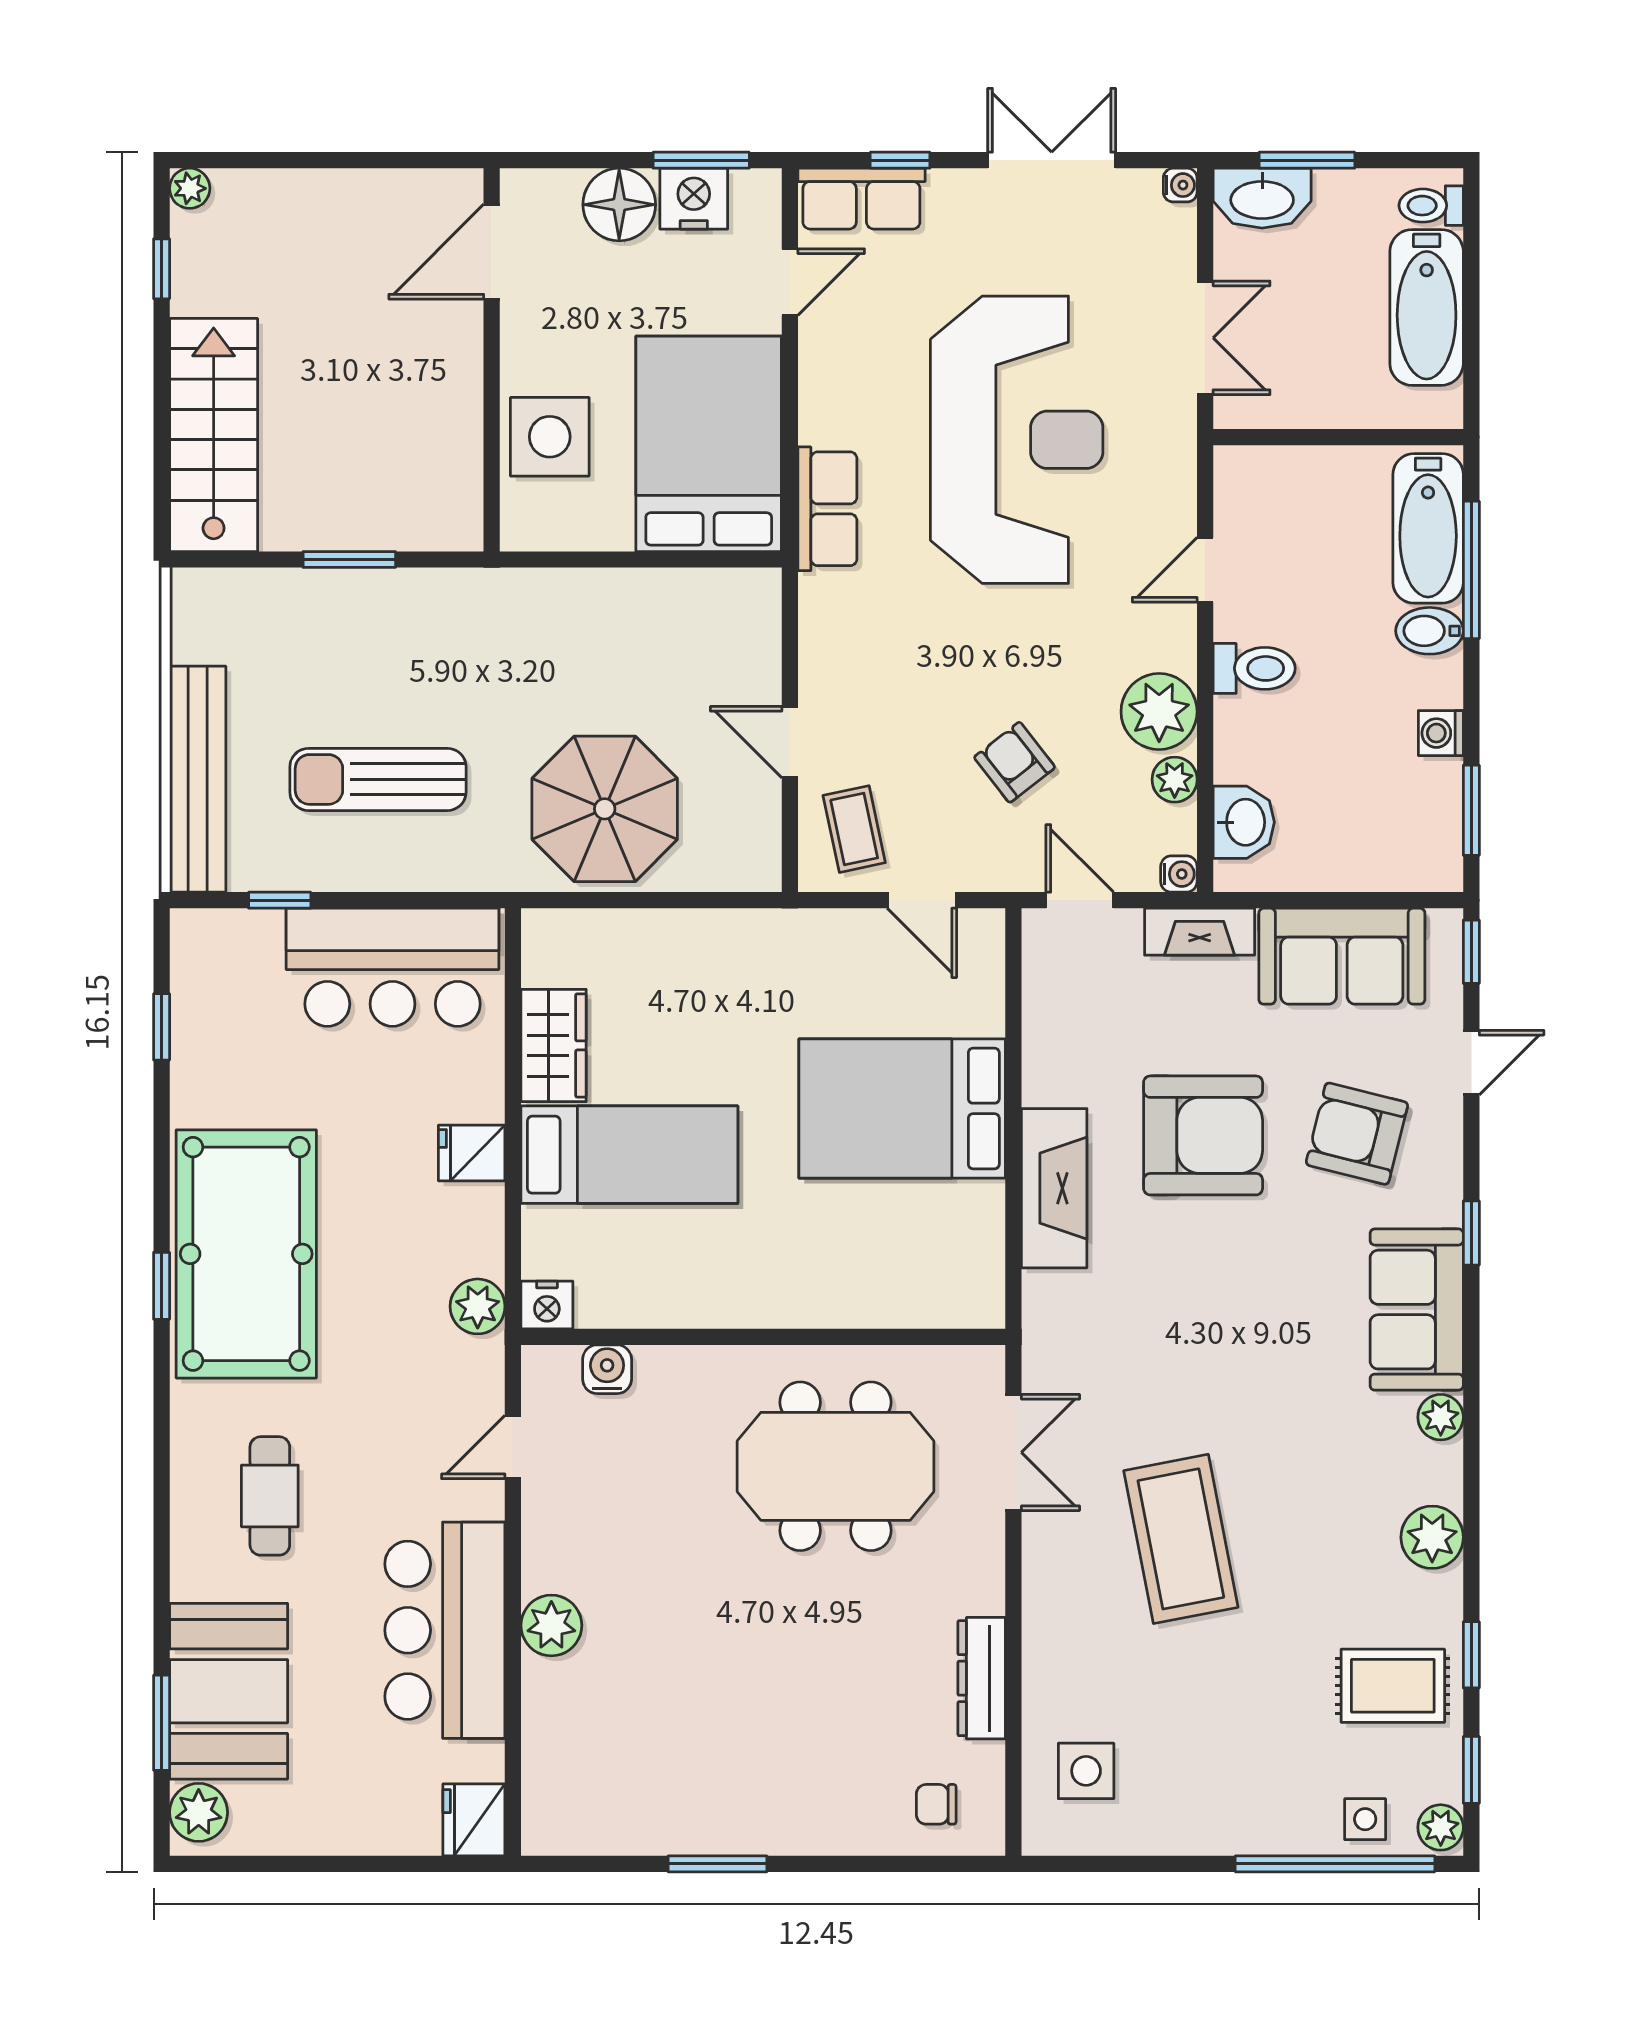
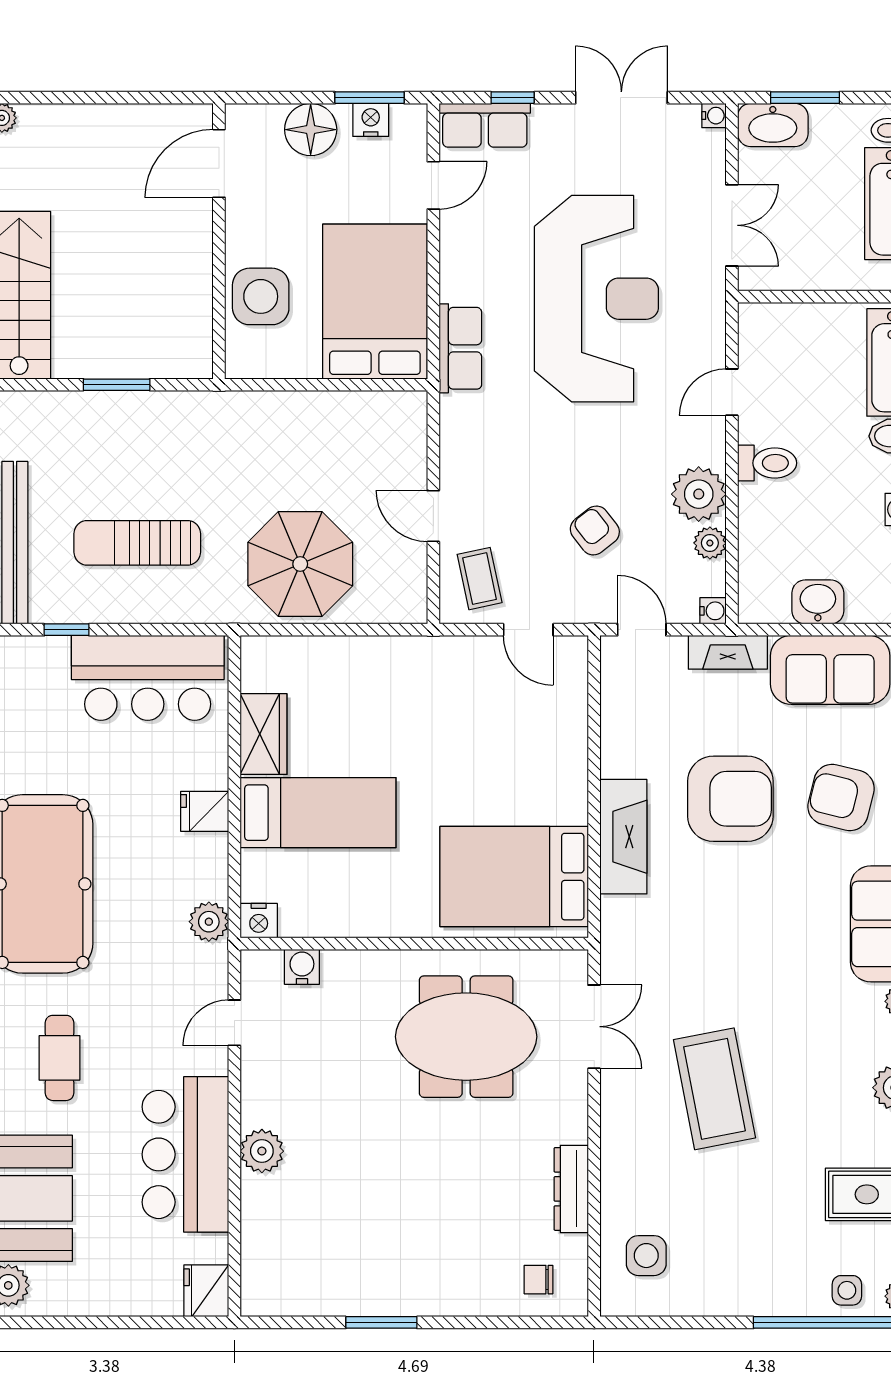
nightstand: (694, 199) -> (371, 120), width x0.74, depth x0.75
washbasin: (1244, 822) -> (818, 602), moved, turned -90
bed: (902, 1108) -> (514, 877), moved

